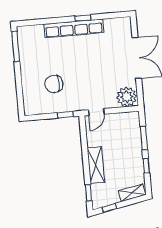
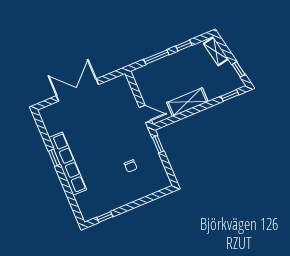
window: (16, 46) -> (105, 217), width x0.46
chair: (54, 84) -> (131, 166), width x0.54, depth x0.54
plant: (127, 97) -> (120, 88), removed
shelving: (96, 165) -> (187, 102), moved

